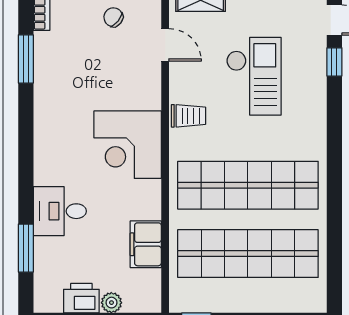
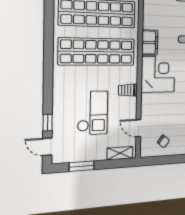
checkout: (254, 76) -> (93, 113), turned 180
filing cabinet: (146, 244) -> (150, 43), moved

